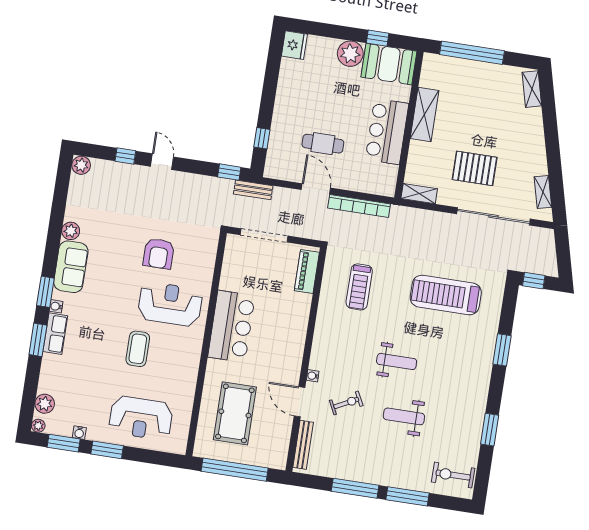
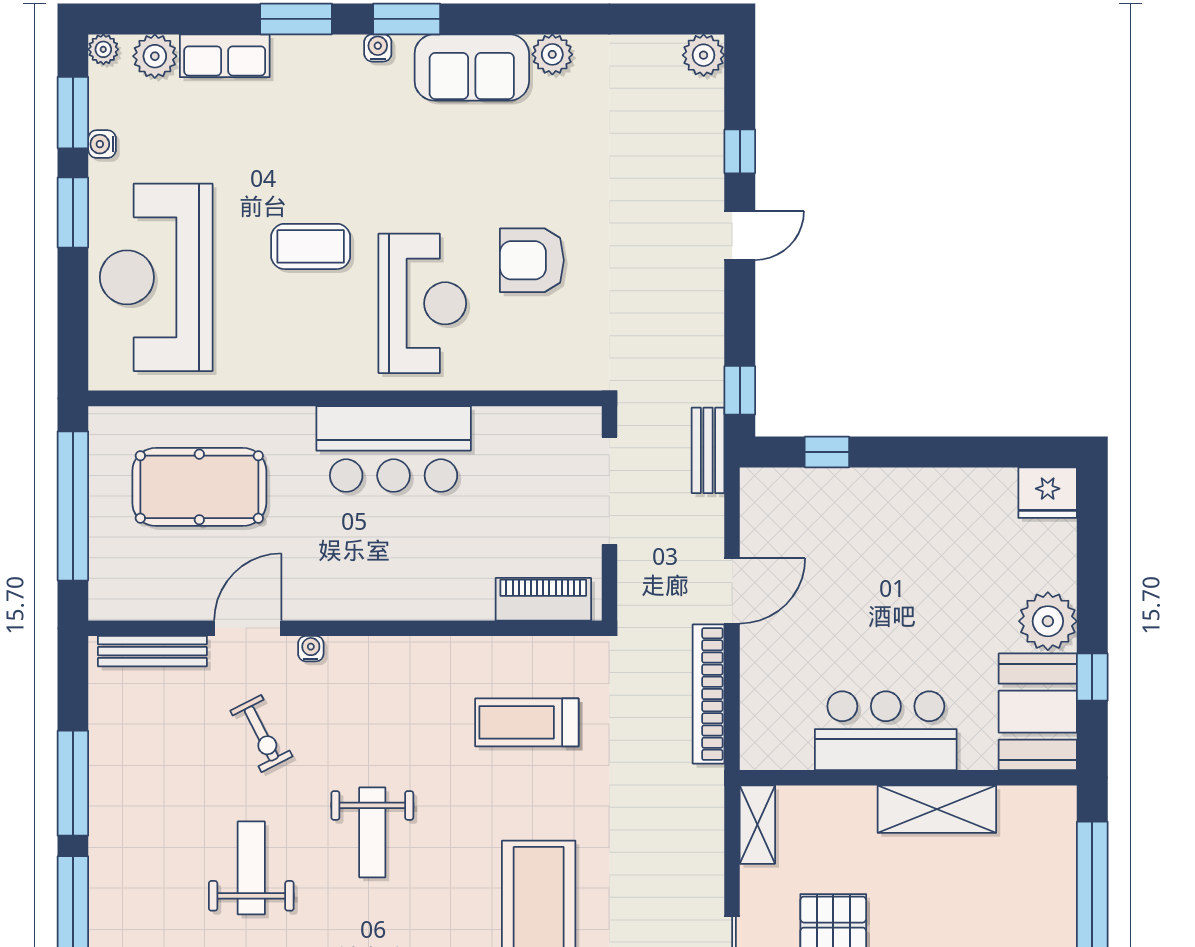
cafe table: (323, 144) -> (836, 591), removed
row of seats: (55, 334) -> (225, 56), moved
reception desk: (141, 418) -> (156, 277), width x1.36, depth x1.30

